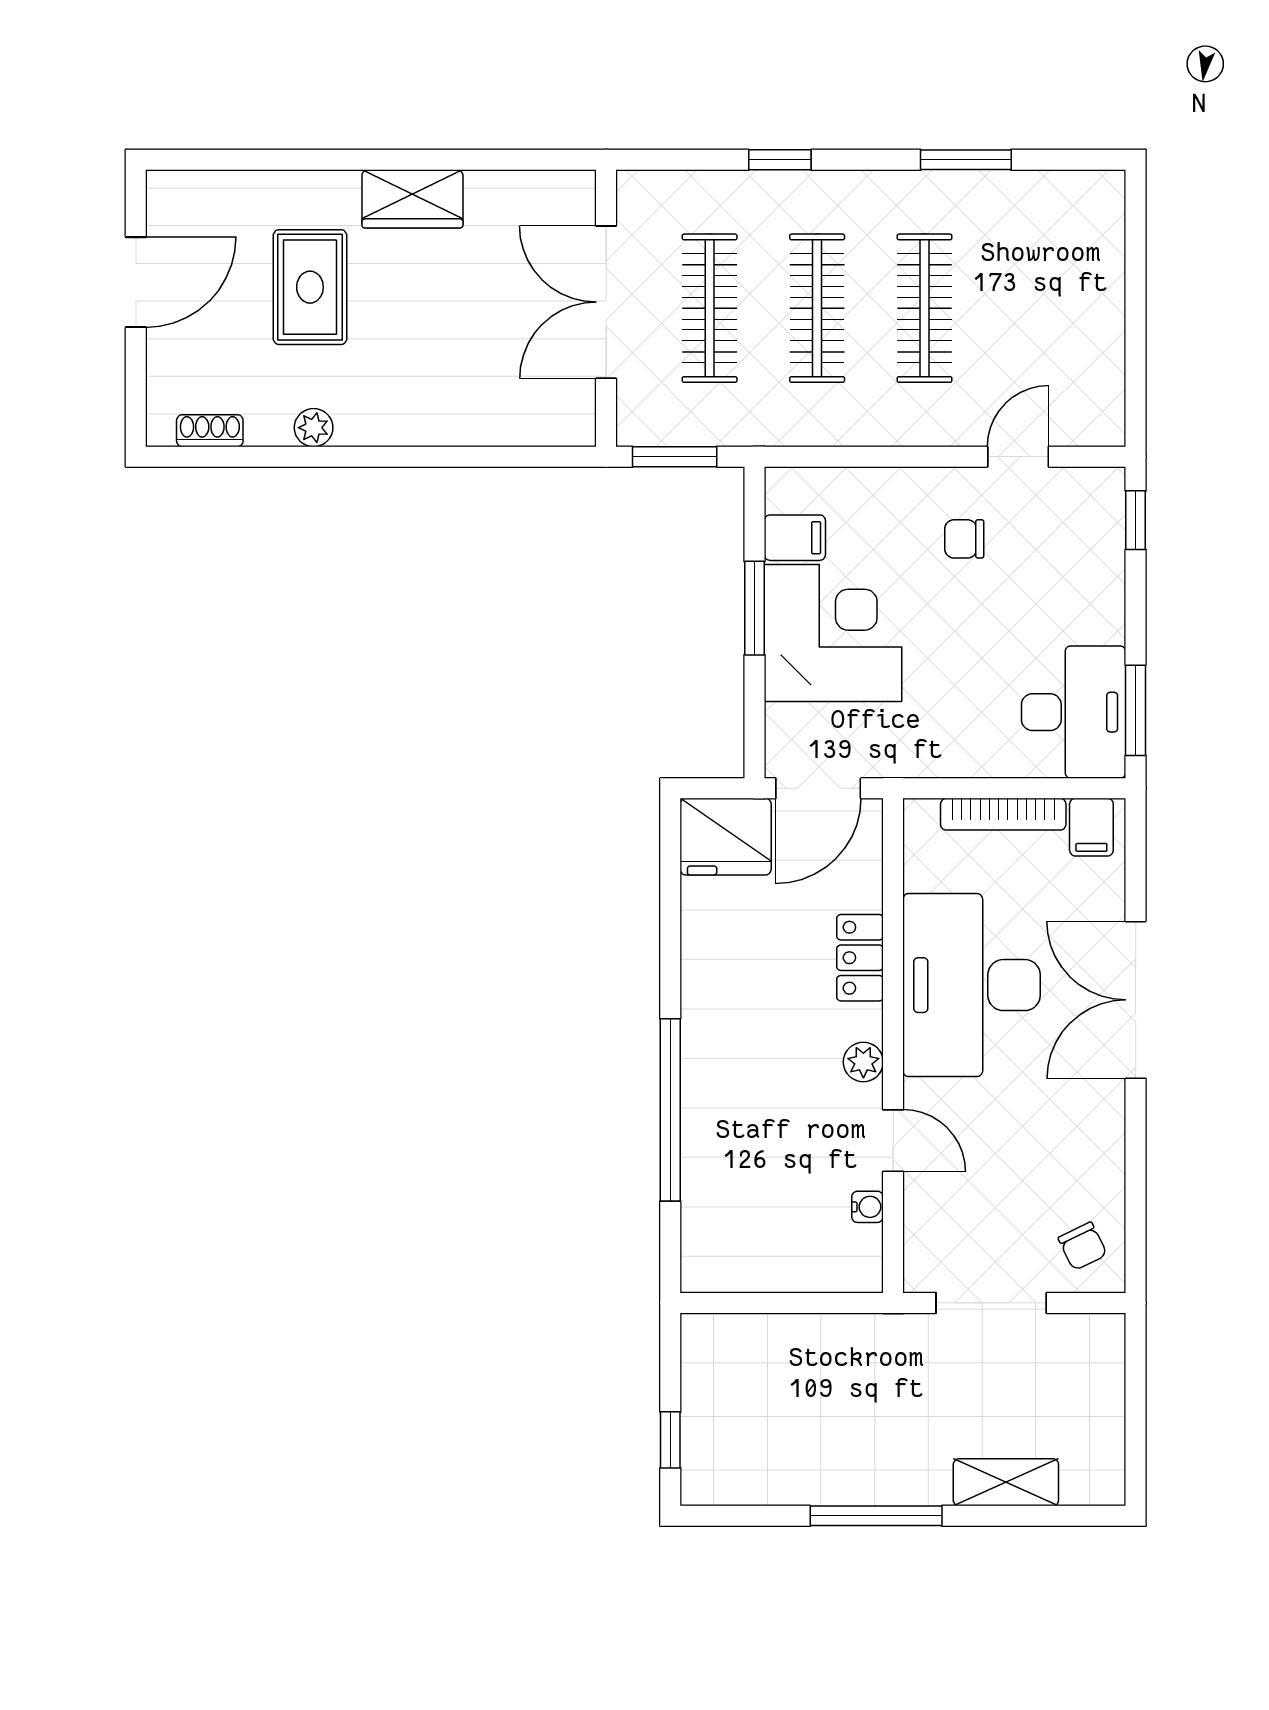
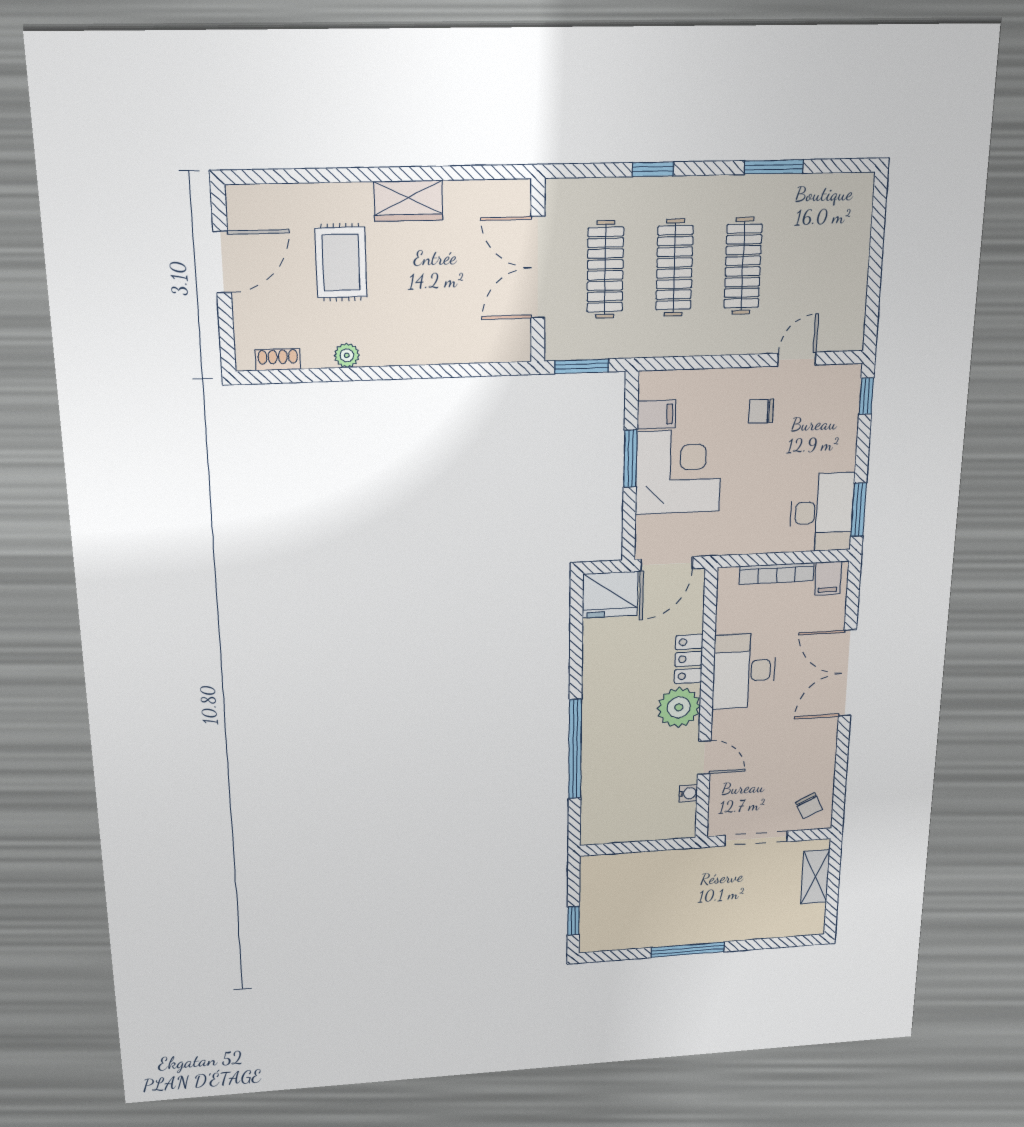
desk: (972, 985) -> (744, 671), width x0.73, depth x0.77
plant: (863, 1062) -> (679, 707), width x1.87, depth x1.87
shelving: (1006, 1482) -> (815, 877), moved, turned 90

